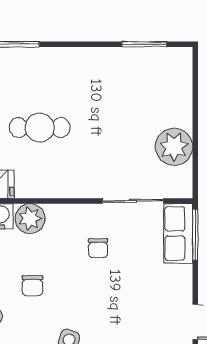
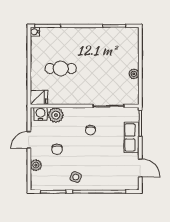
plant: (174, 147) -> (134, 74), width x0.53, depth x0.53
row of seats: (178, 234) -> (132, 137), moved

